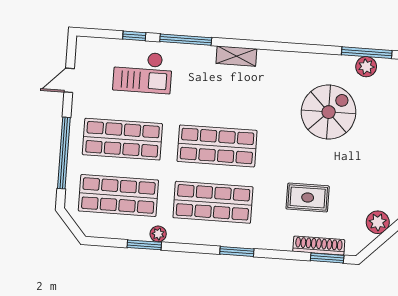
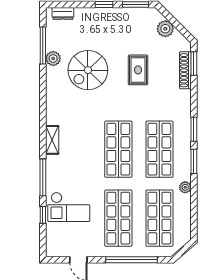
plant: (366, 67) -> (53, 58), moved
checkout: (143, 72) -> (69, 207), turned 90
spiral stairs: (329, 112) -> (88, 70), turned -90
rug: (308, 197) -> (138, 70), moved
window: (144, 245) -> (194, 161), moved

